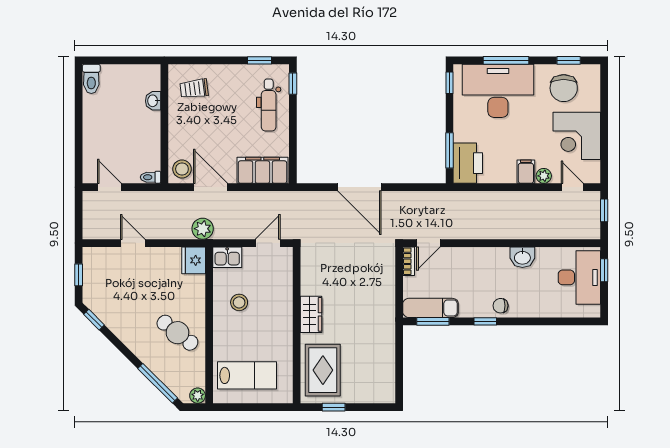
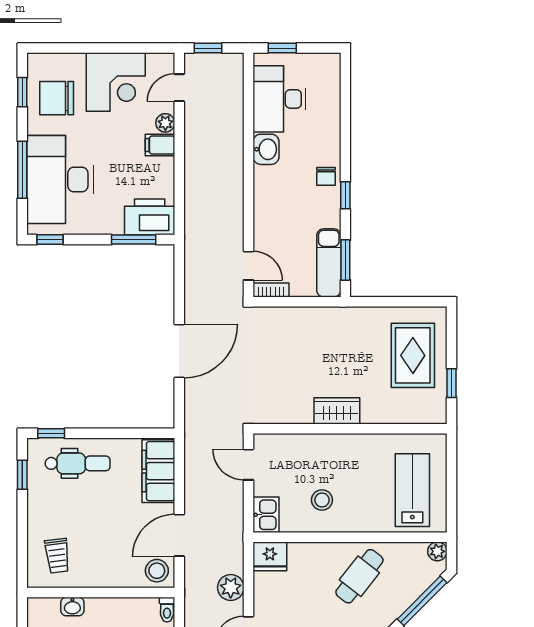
chair: (564, 88) -> (57, 98), turned 180
plant: (203, 229) -> (231, 588), moved
desk: (579, 277) -> (279, 99), moved, turned -90
rug: (323, 370) -> (413, 355), moved, turned 90

